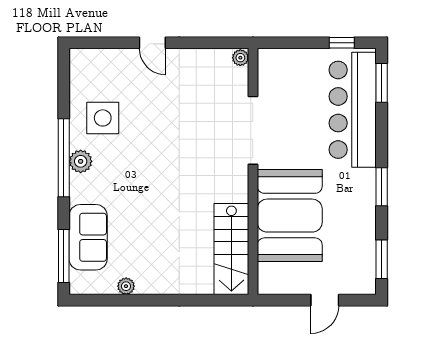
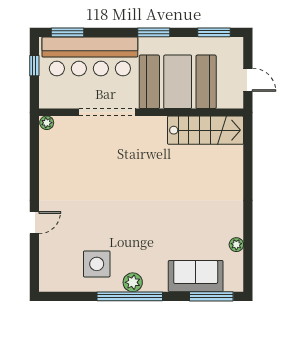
plant: (240, 58) -> (47, 123), moved
doorway: (253, 130) -> (107, 112), moved
wall: (253, 171) -> (141, 112), moved
booth: (290, 216) -> (178, 82), moved
stairs: (231, 249) -> (206, 130), moved

